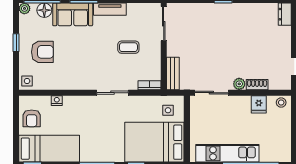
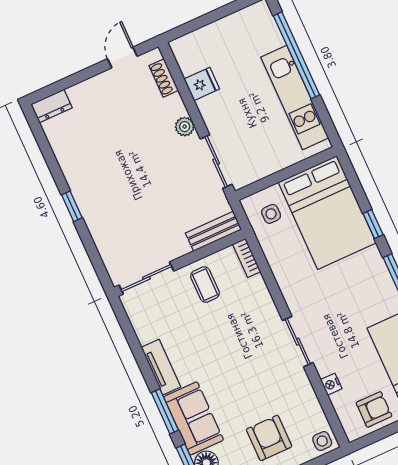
coffee table: (128, 47) -> (205, 285), moved
shoe rack: (257, 85) -> (164, 78), moved
sliding door: (113, 93) -> (298, 342), moved
stool: (281, 103) -> (184, 52), removed

